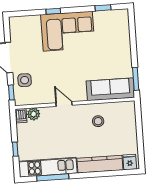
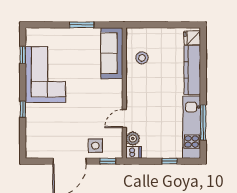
corner sofa: (68, 31) -> (45, 75), moved
window: (136, 79) -> (82, 25), moved
door: (64, 104) -> (124, 119), moved
stool: (98, 121) -> (142, 58), moved

